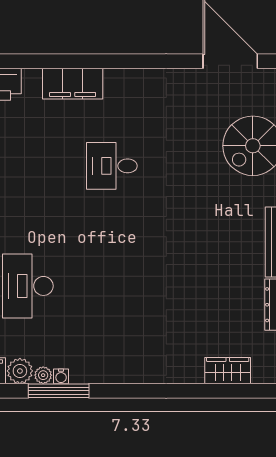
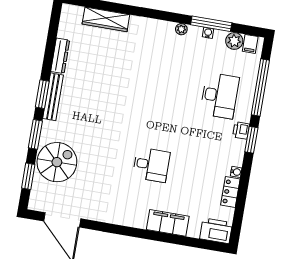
wardrobe: (228, 371) -> (106, 19), width x1.50
plant: (43, 375) -> (181, 29), moved

